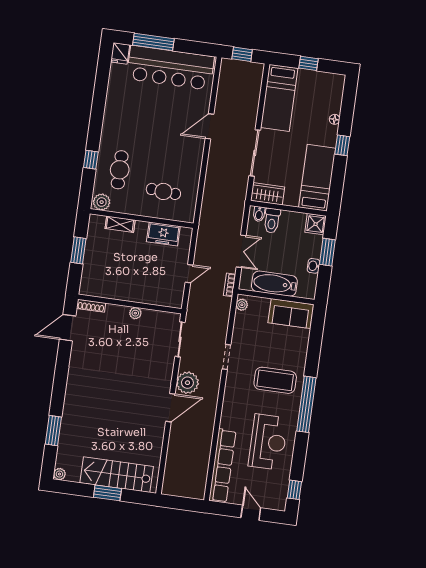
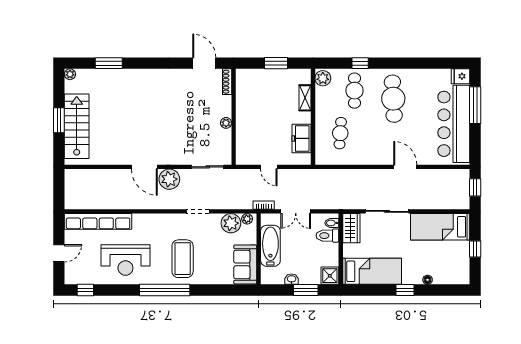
cafe table: (134, 129) -> (393, 99), added
cafe table: (120, 170) -> (354, 91), turned 90
plant: (244, 323) -> (231, 223), added

